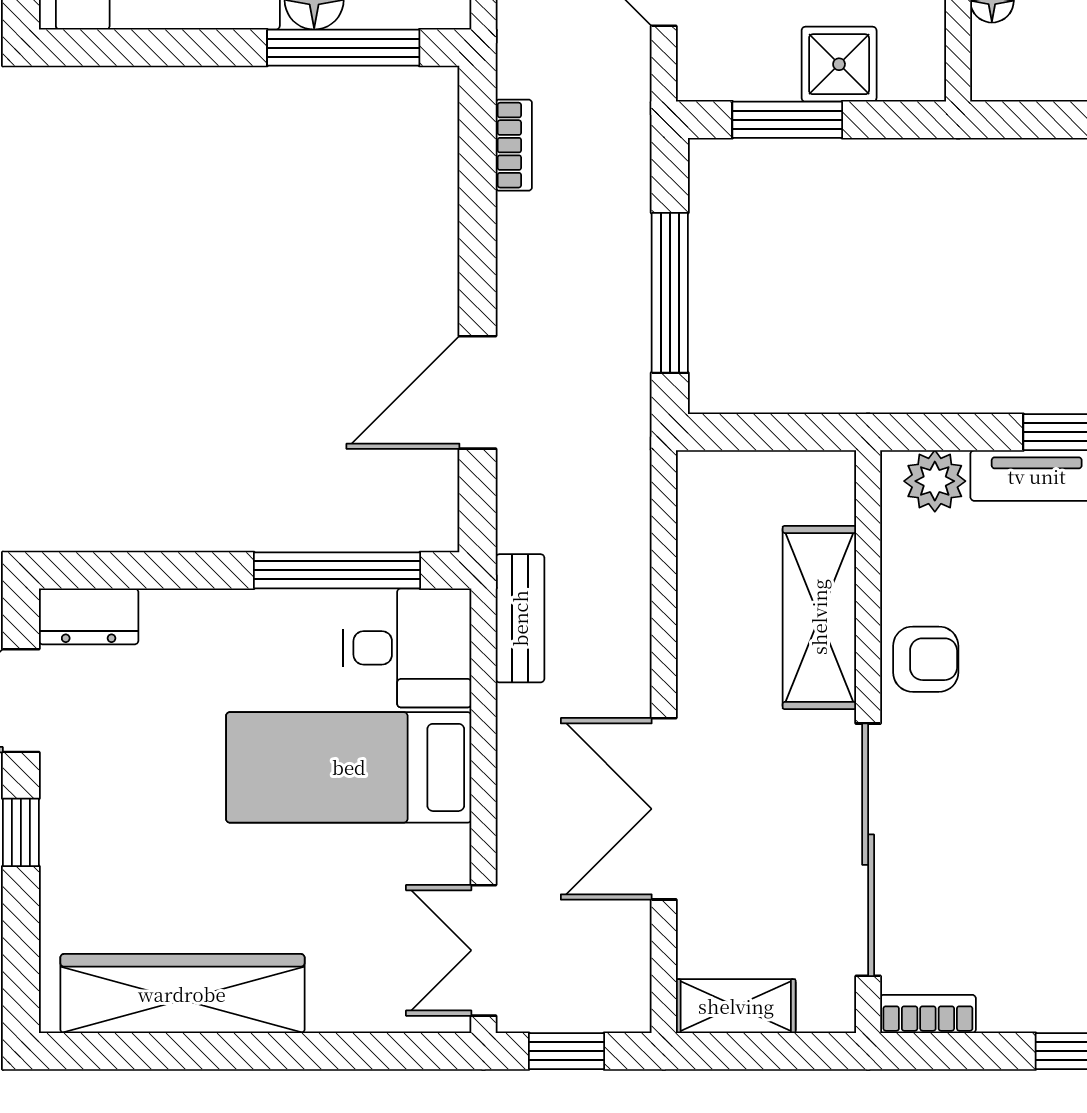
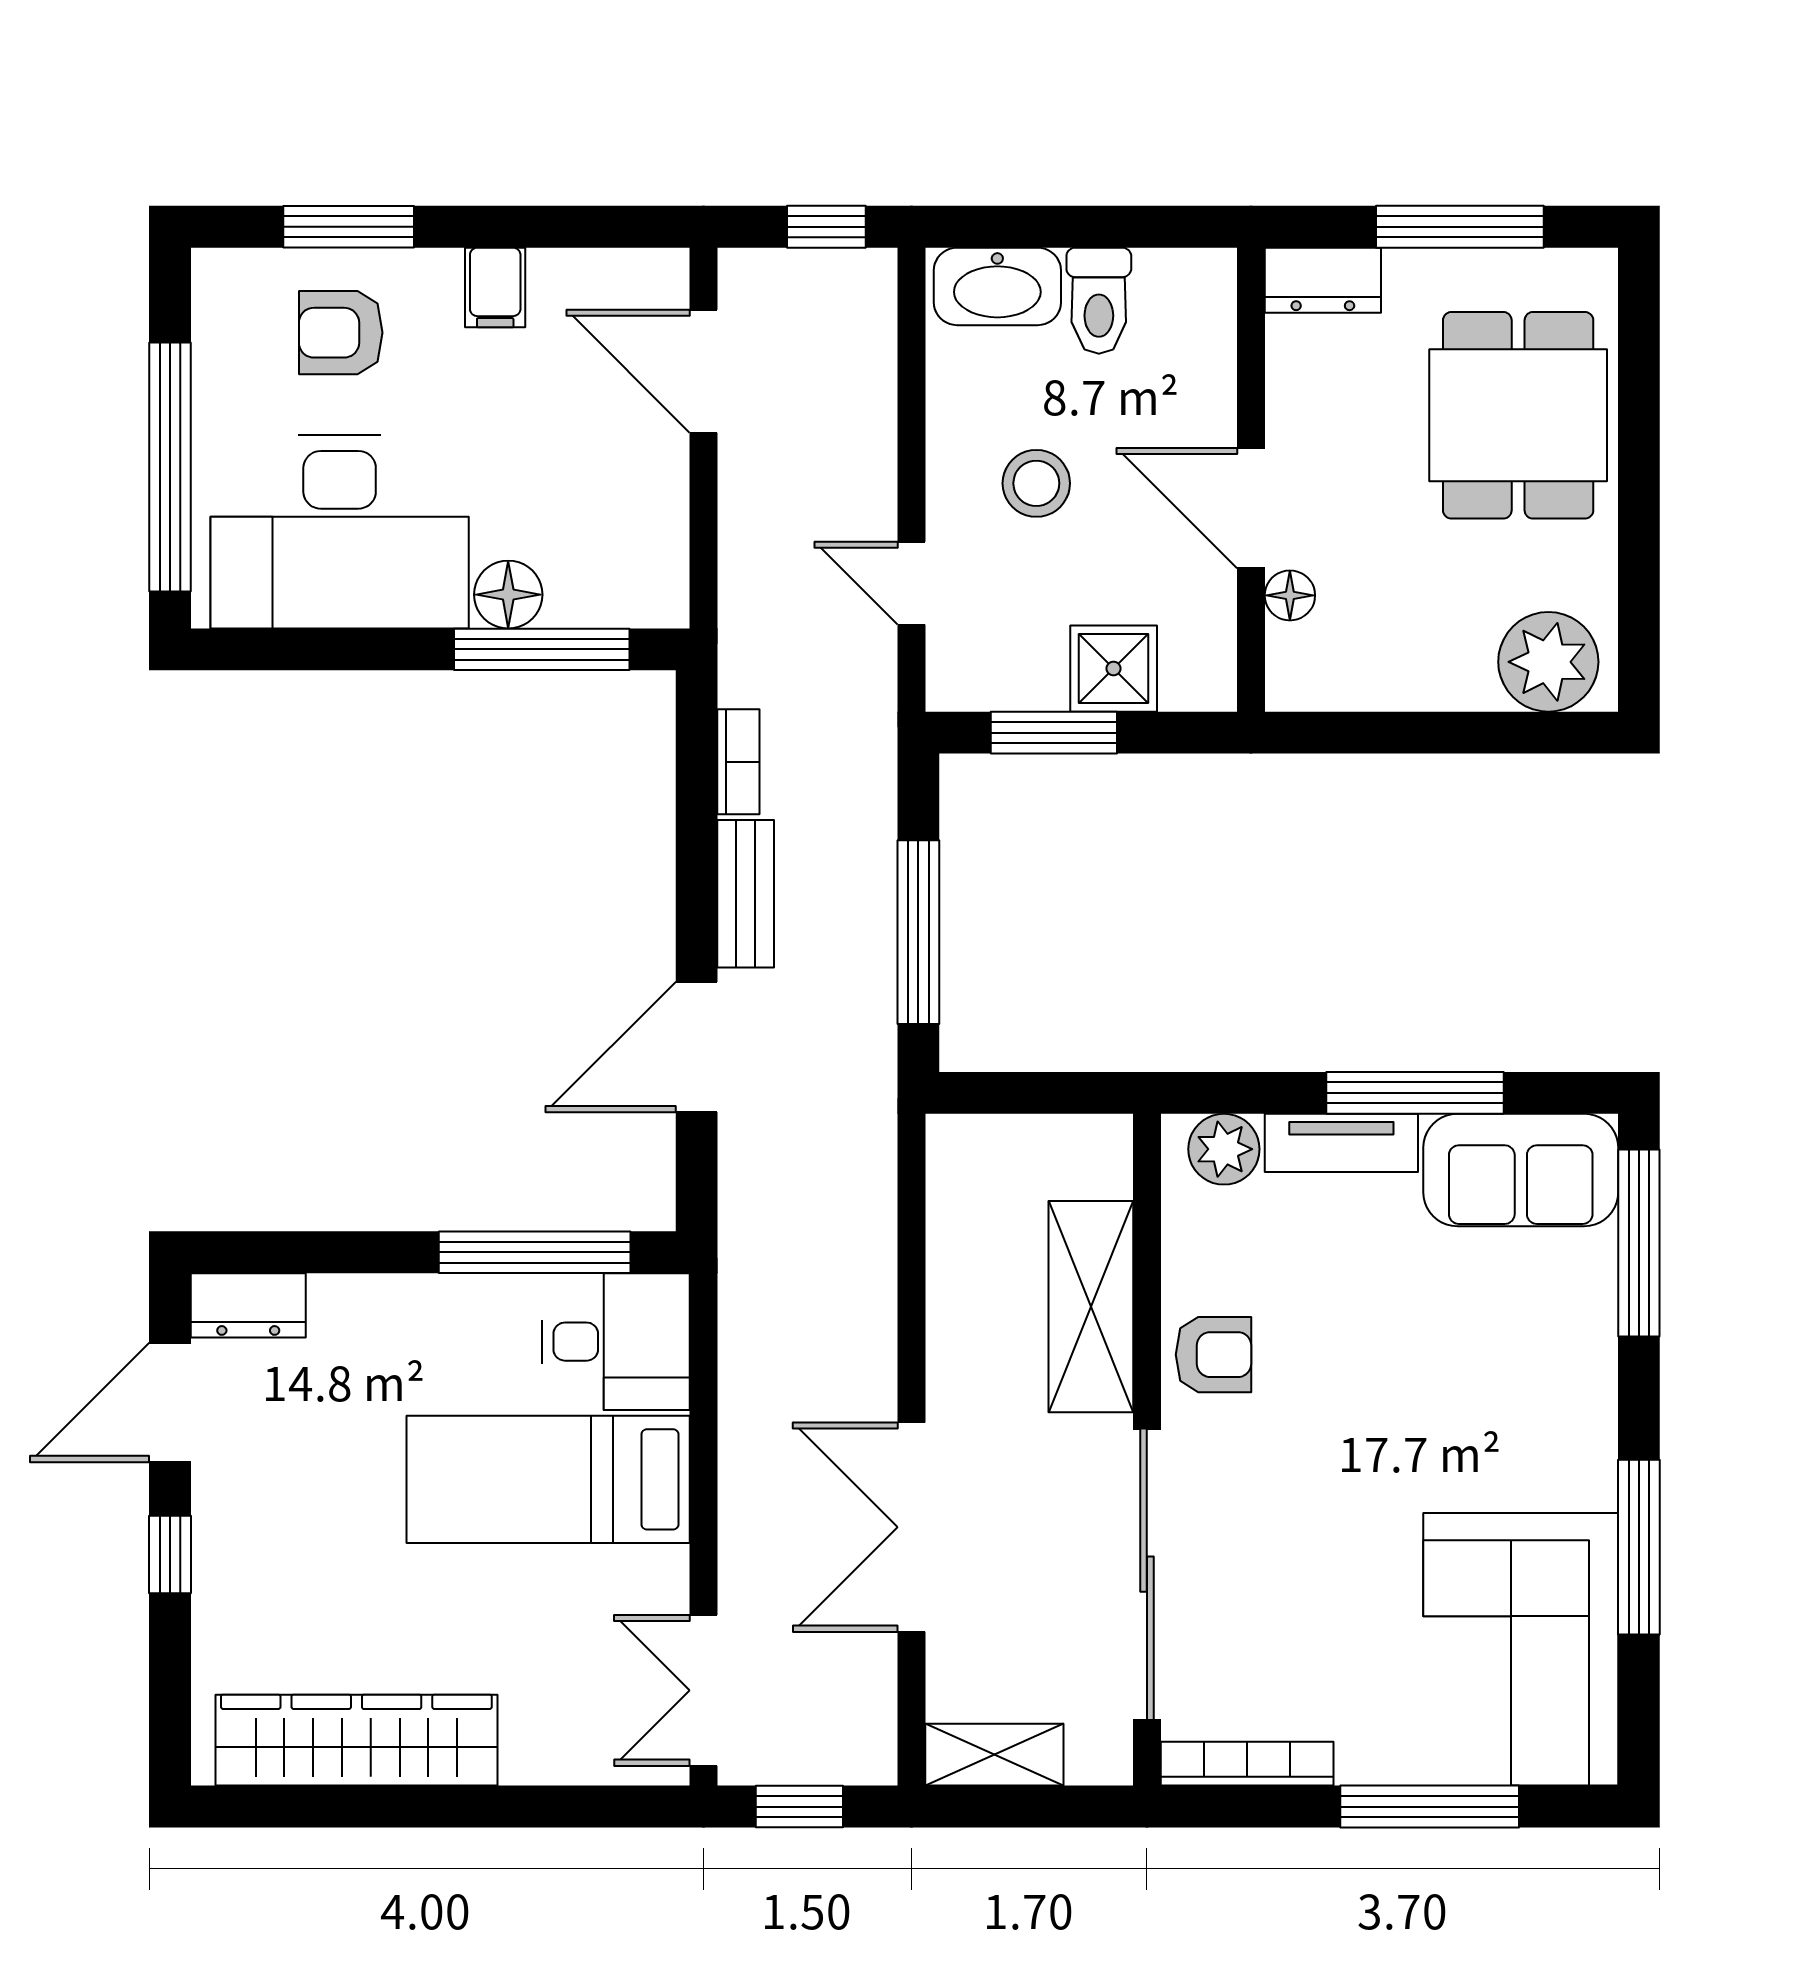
bench: (520, 618) -> (746, 894), moved
bookcase: (928, 1014) -> (1247, 1764), width x1.56

